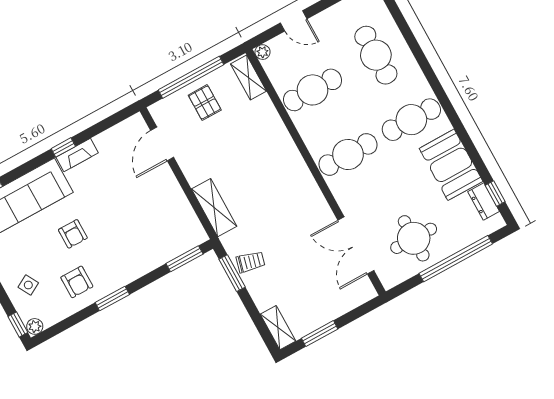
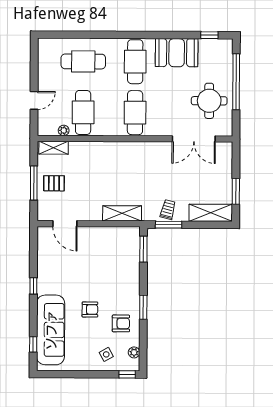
plant: (262, 52) -> (64, 130), moved
window: (191, 77) -> (34, 183), width x0.68
fireplace: (77, 155) -> (43, 280), removed
dresser: (484, 201) -> (210, 45), removed
plant: (35, 326) -> (134, 352), moved
shelving: (278, 328) -> (211, 213), width x1.50, depth x1.33

